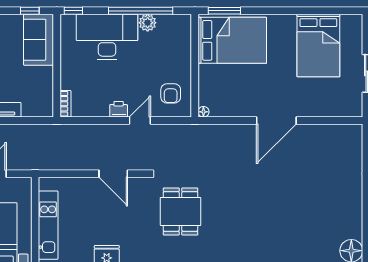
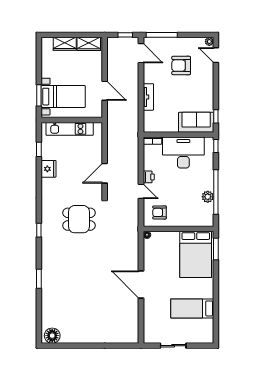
desk: (107, 37) -> (183, 153), moved, turned -90
bed: (318, 46) -> (192, 308), width x0.67

